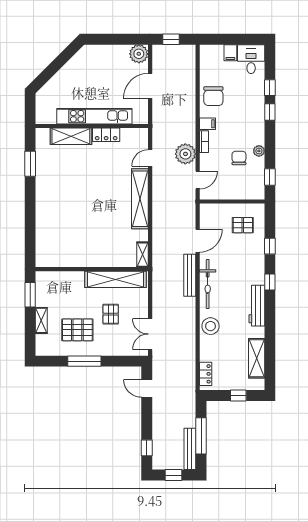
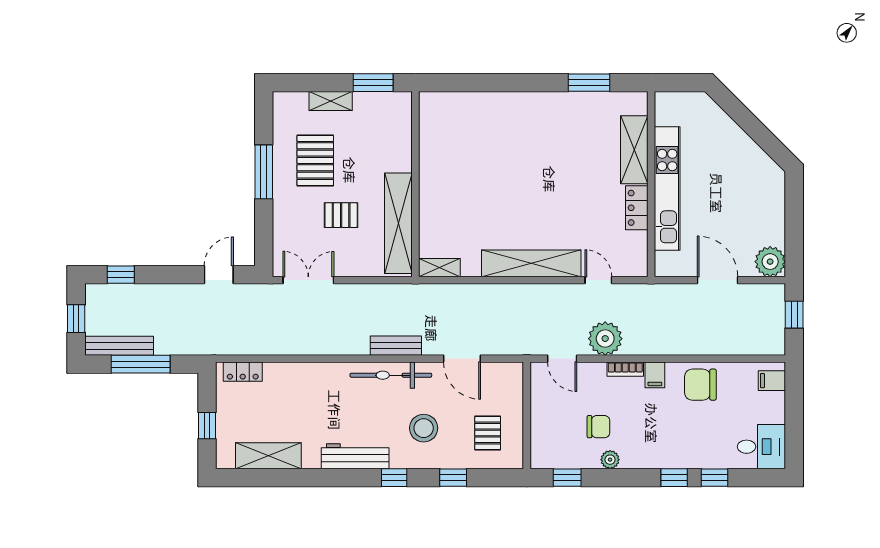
filing cabinet: (230, 53) -> (772, 381), moved
bench: (190, 275) -> (396, 346), width x0.73
stool: (211, 326) -> (424, 428), moved

